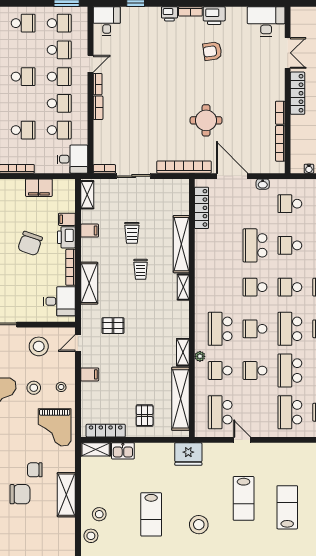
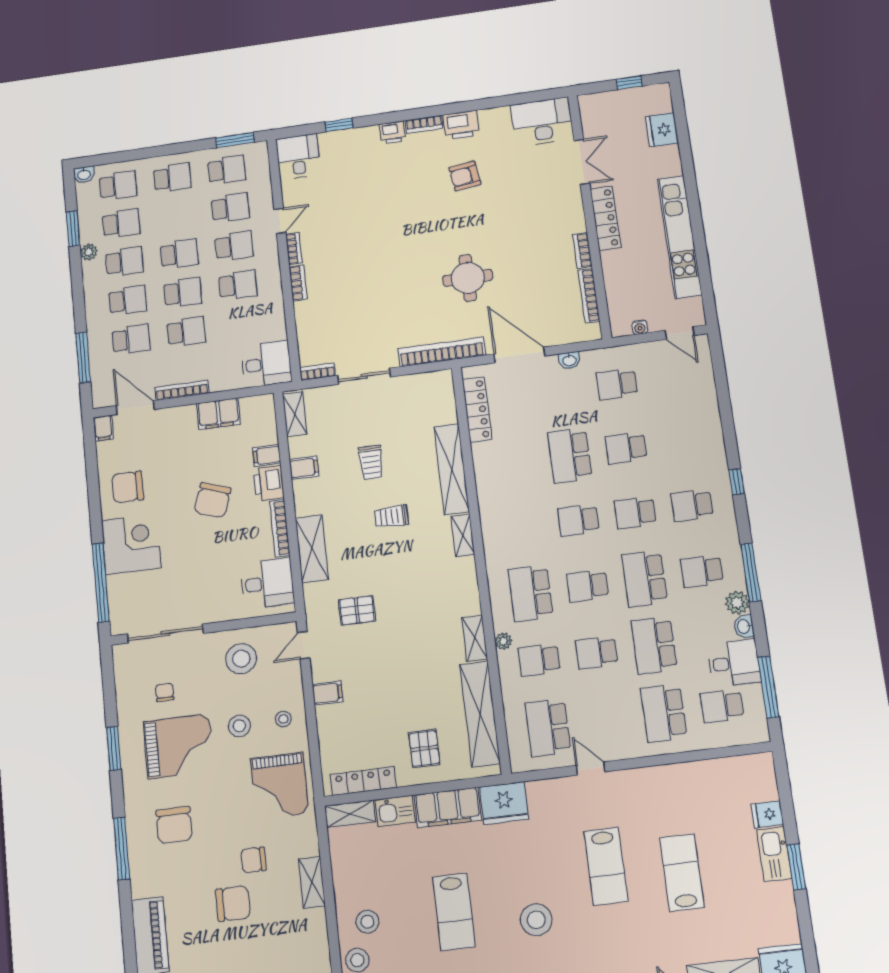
school desk: (59, 130) -> (183, 293), moved
trolley: (141, 269) -> (391, 516), turned 90
filing cabinet: (155, 453) -> (448, 807), added
shelving: (66, 495) -> (312, 882), width x0.67, depth x0.75

